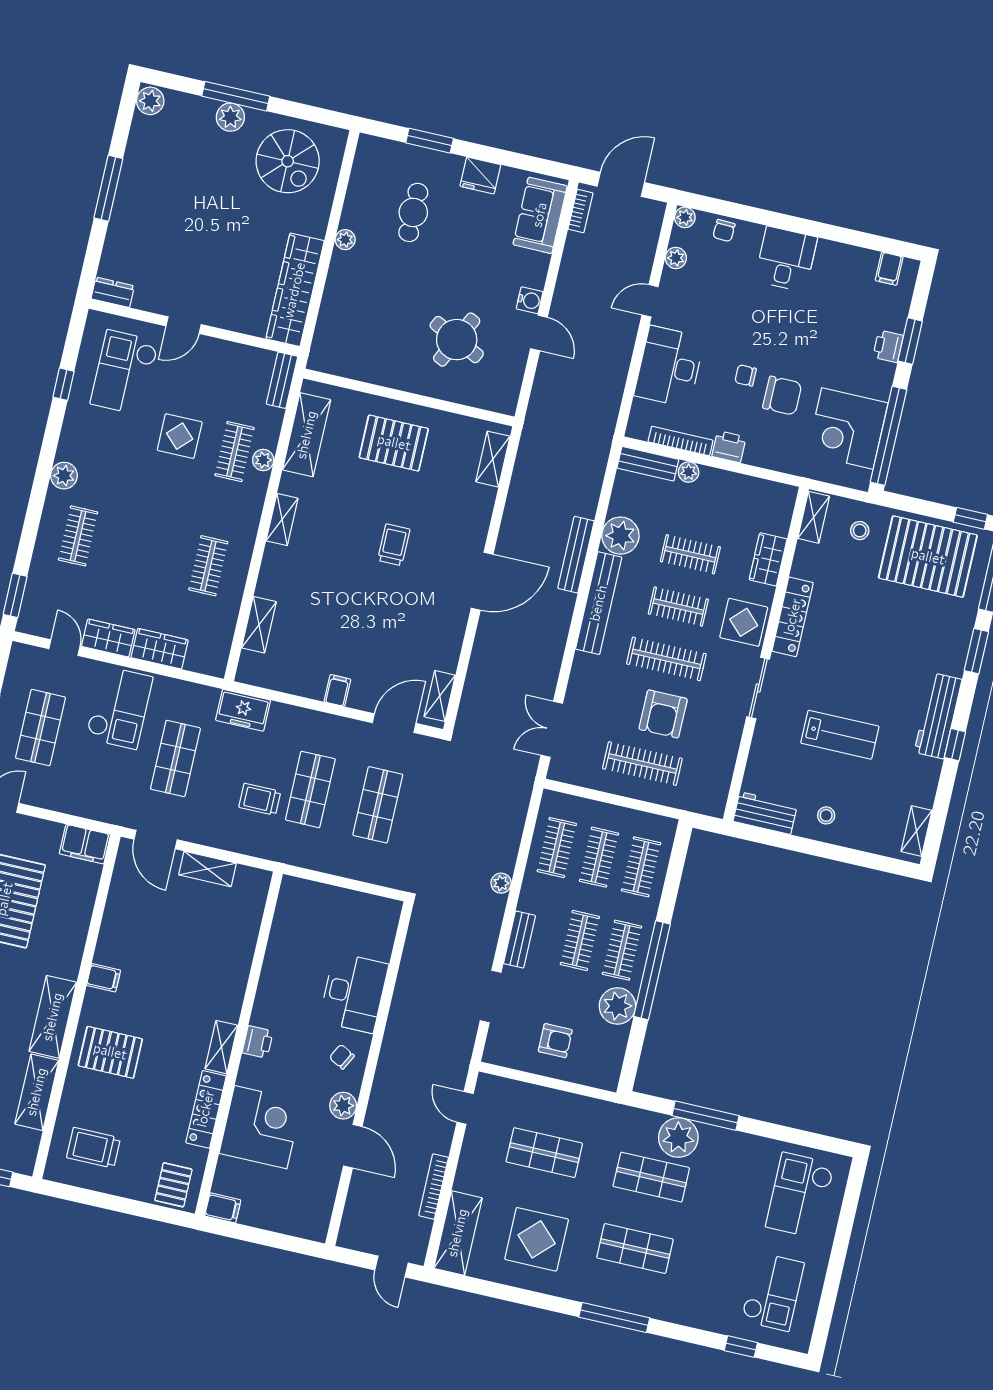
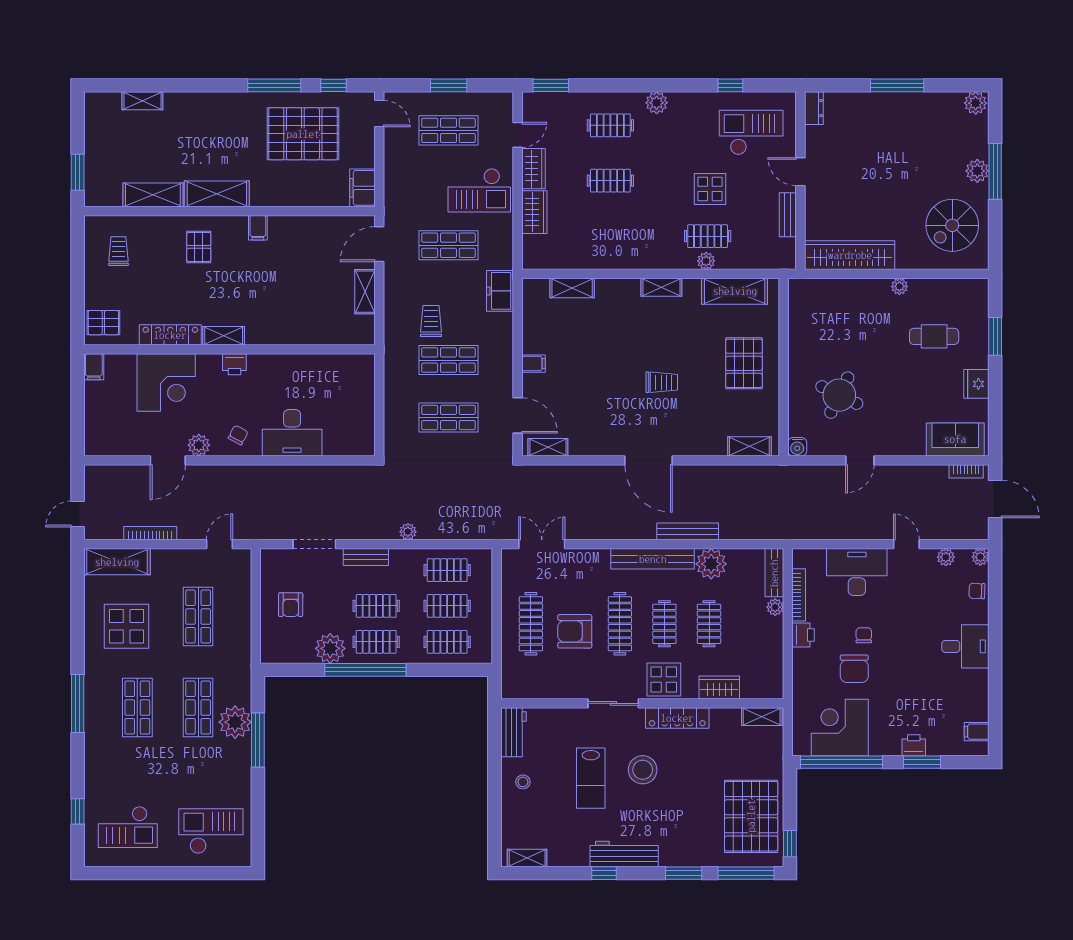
water cooler: (530, 300) -> (797, 447), moved
bench: (282, 380) -> (788, 215), moved, turned 90
stool: (860, 531) -> (643, 770), moved, width x1.89, depth x1.89
clothes rail: (208, 566) -> (610, 181), moved
pallet: (110, 1052) -> (199, 247), width x0.67, depth x0.71
trolley: (94, 1148) -> (118, 251), width x0.73, depth x0.72

